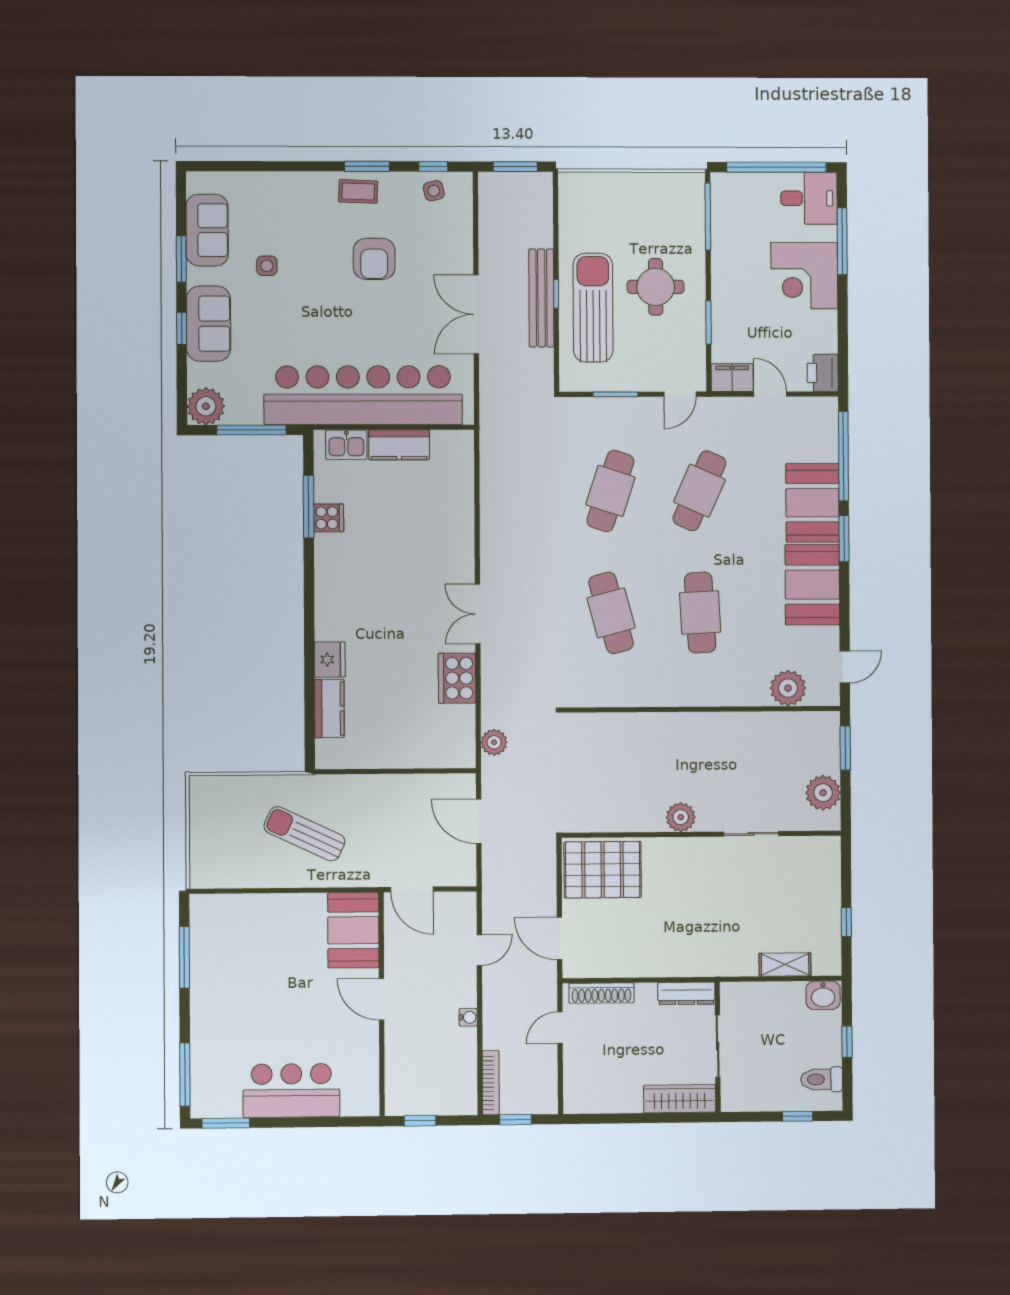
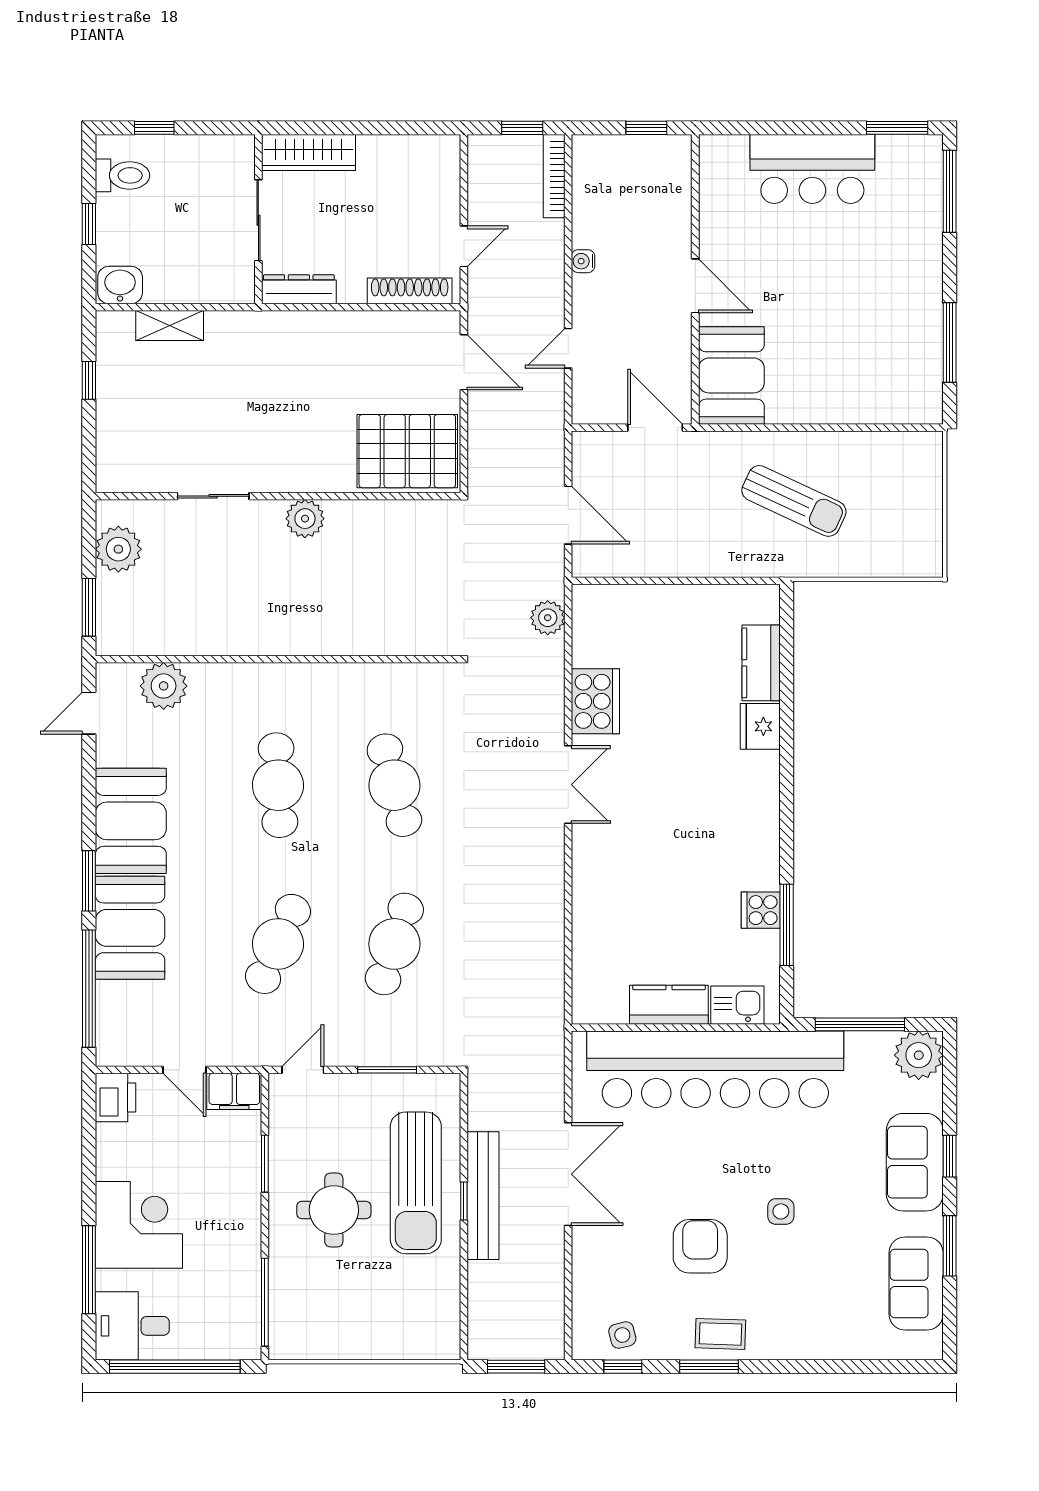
side table: (267, 266) -> (781, 1211), moved

